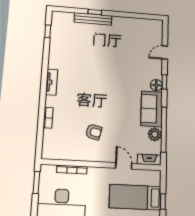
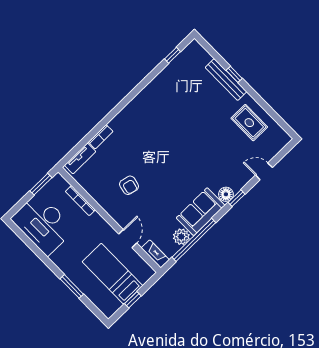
rug: (130, 32) -> (249, 123), added
tv unit: (52, 82) -> (80, 158), moved

